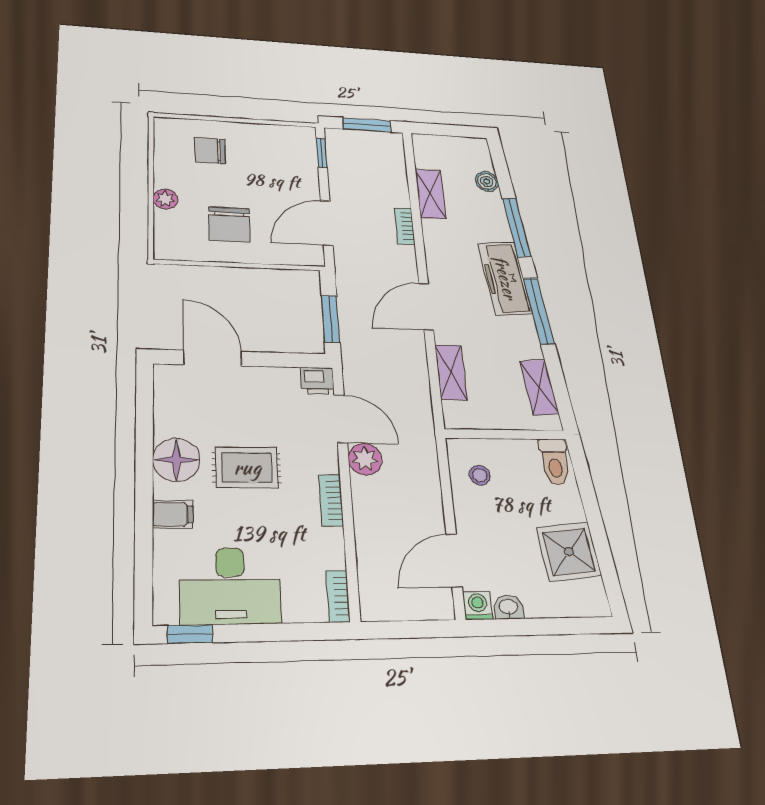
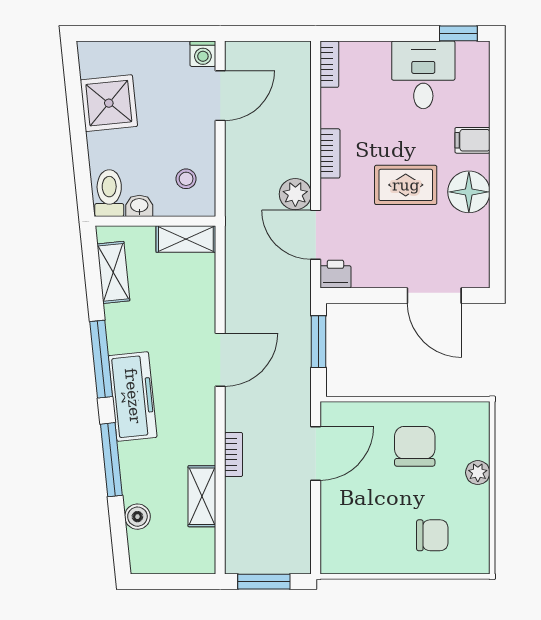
window: (322, 153) -> (316, 541), removed
shelving: (451, 372) -> (186, 239), moved, turned 90
desk: (230, 586) -> (423, 75), width x0.73
washbasin: (509, 607) -> (139, 206), moved, turned 180

